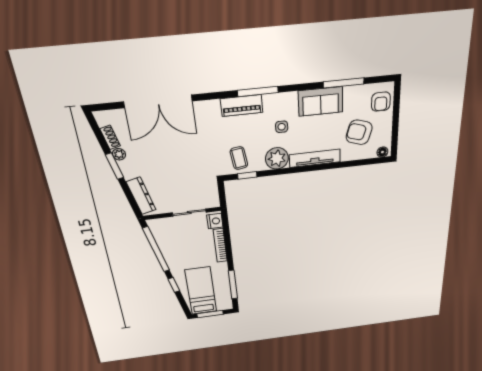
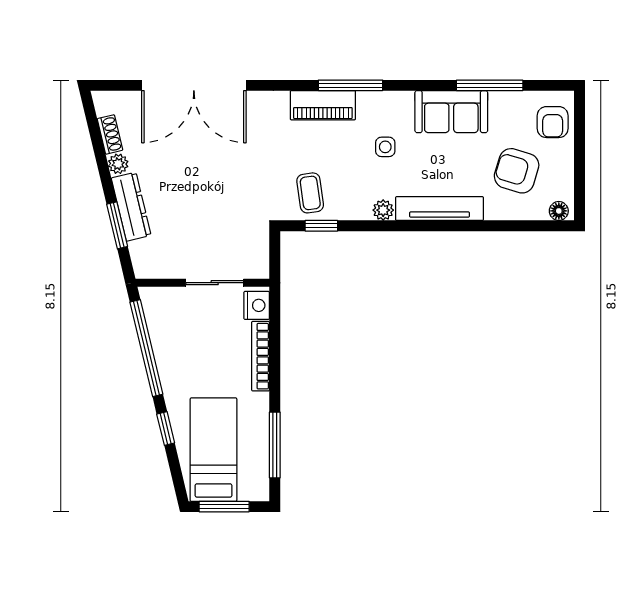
plant: (277, 158) -> (383, 210), width x0.53, depth x0.53
window: (115, 166) -> (117, 225), moved
dresser: (141, 196) -> (131, 207), moved

